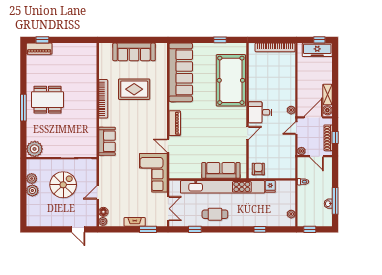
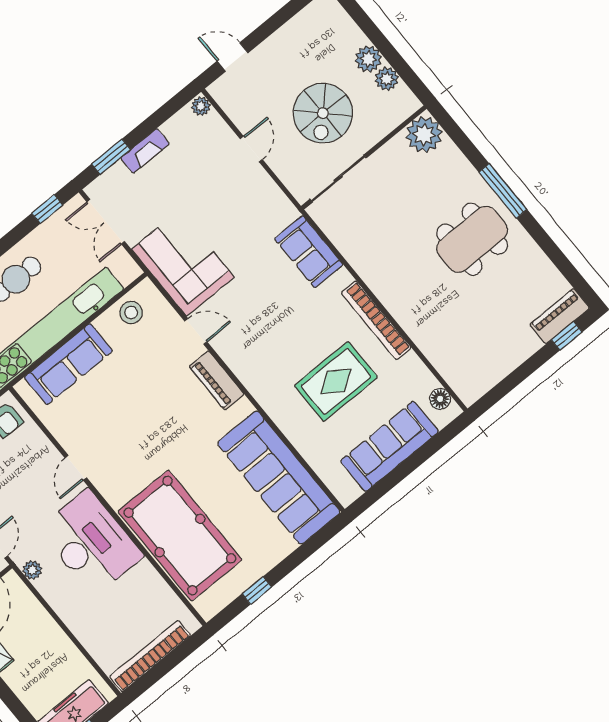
desk: (260, 112) -> (91, 543), width x1.87, depth x1.30
stool: (185, 170) -> (131, 313), added
floor lamp: (103, 212) -> (440, 399), moved
window: (195, 229) -> (47, 209), moved

